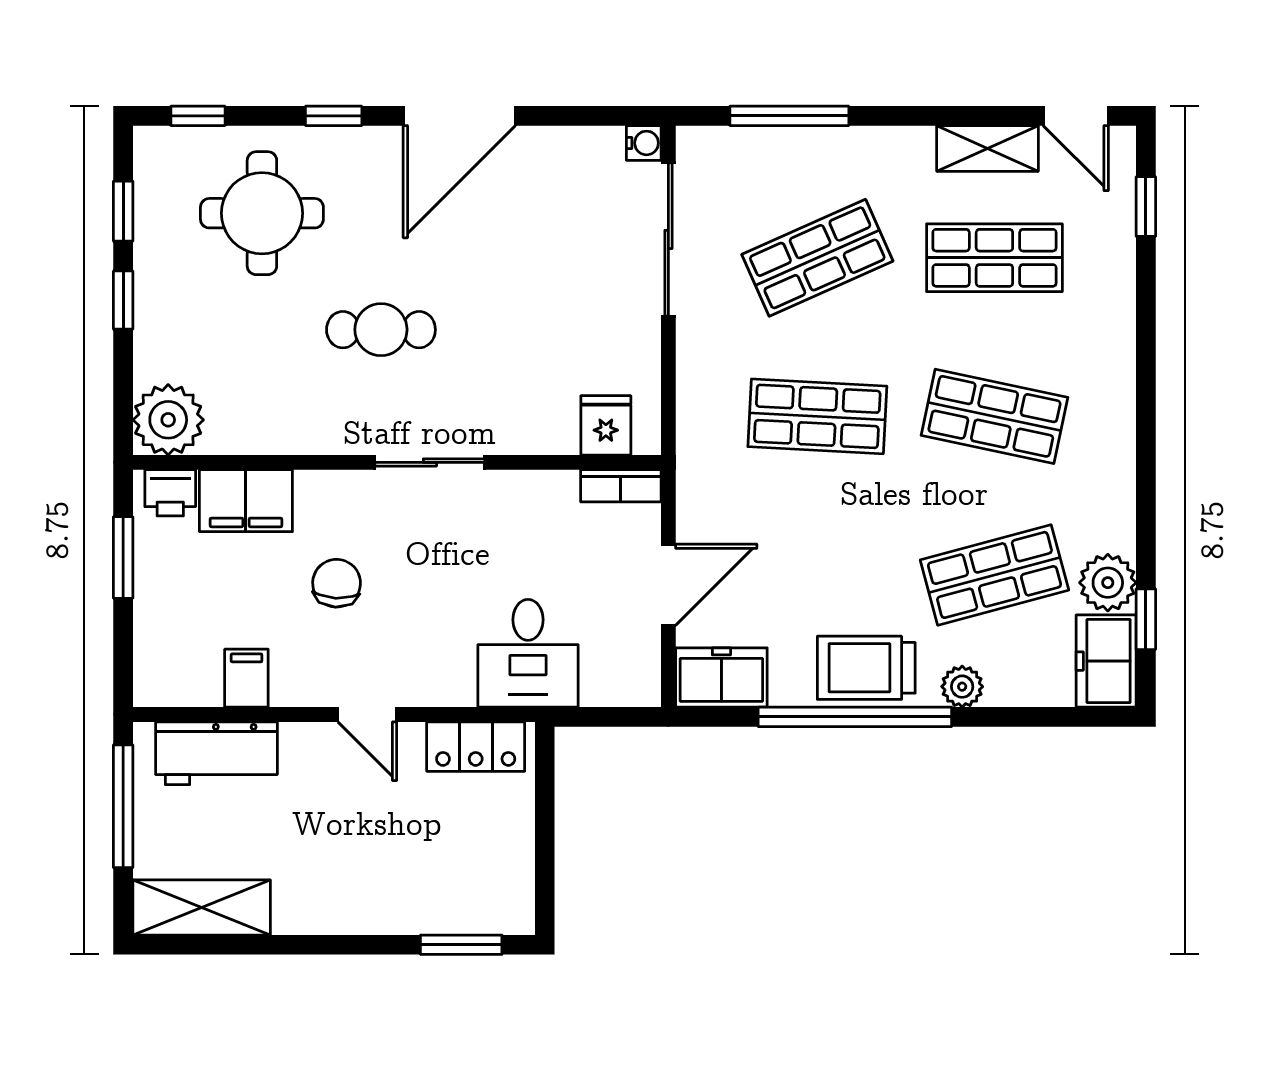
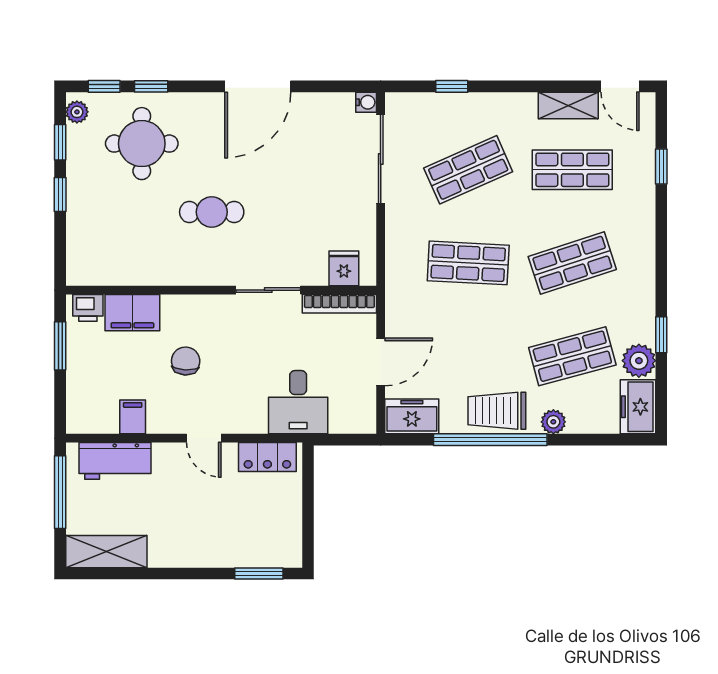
window: (334, 116) -> (151, 86), moved
window: (789, 116) -> (452, 86), width x0.46
window: (1146, 207) -> (661, 166), moved
shop shelf: (994, 416) -> (572, 263), turned -30
plant: (168, 420) -> (77, 112), moved, width x0.53, depth x0.53
sliding door: (430, 462) -> (268, 290), moved
bookcase: (621, 486) -> (339, 304), width x1.56
window: (1146, 619) -> (661, 335), moved

